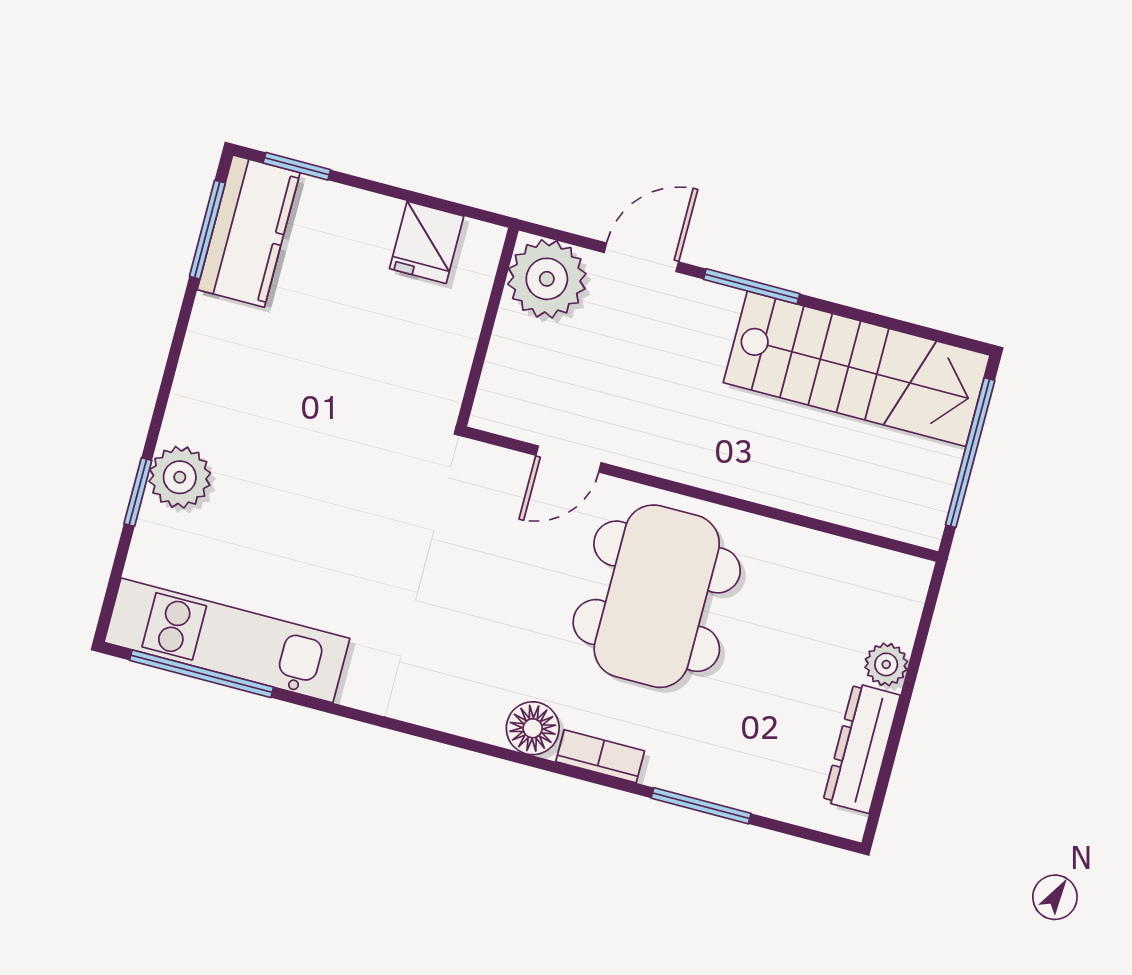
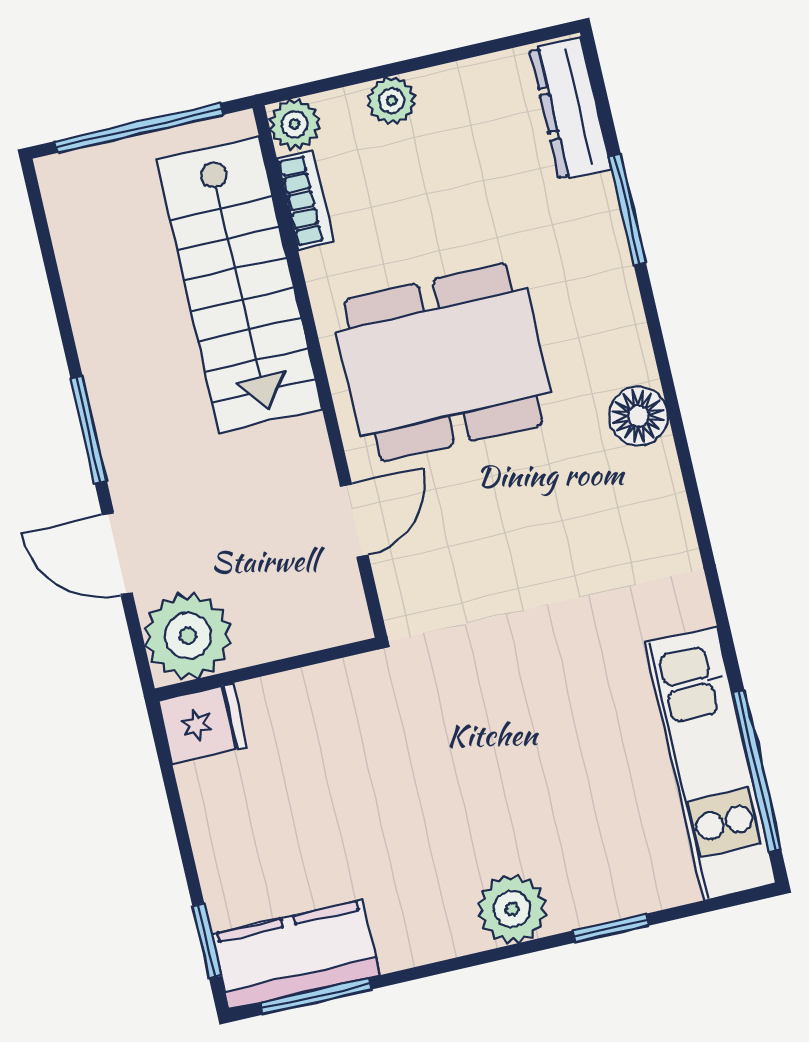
fridge: (427, 242) -> (203, 724), moved
stairs: (857, 369) -> (239, 284), moved, turned 180
door: (568, 459) -> (354, 521), hinge flipped
plant: (180, 477) -> (512, 909), moved
plant: (908, 578) -> (295, 124), added
dresser: (862, 748) -> (570, 109), moved, turned 90
bookcase: (600, 756) -> (305, 200), moved, turned 180

